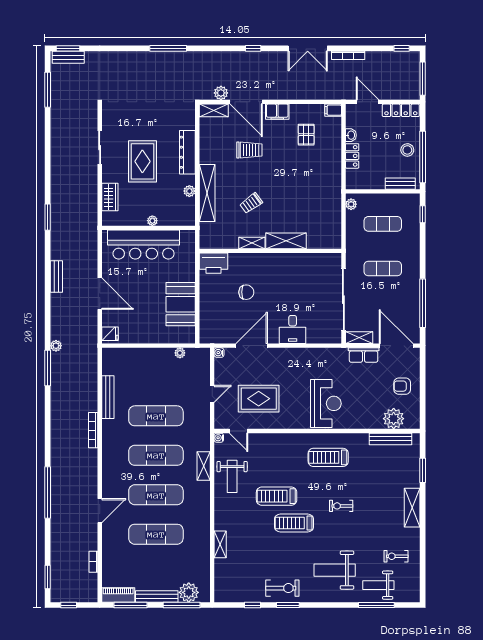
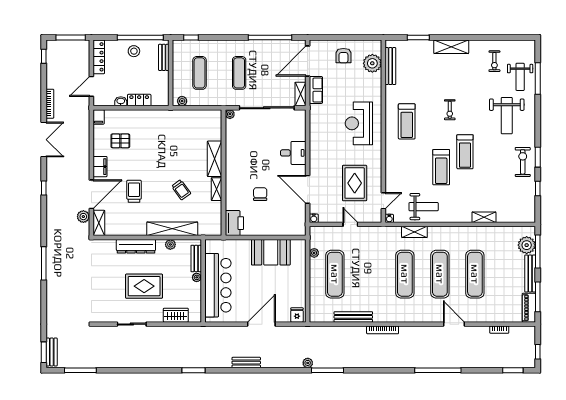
bench: (174, 220) -> (196, 258), added
plant: (336, 258) -> (230, 114), added
reception desk: (326, 403) -> (359, 123), turned -90
exercise mat: (156, 416) -> (335, 274), moved

